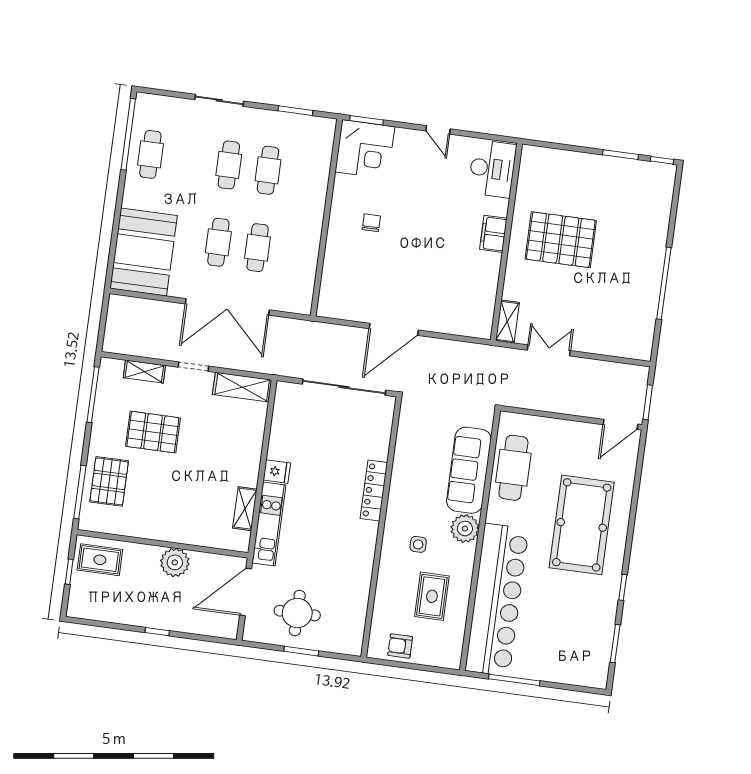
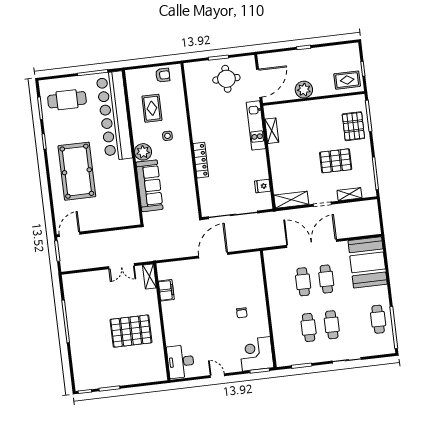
filing cabinet: (493, 234) -> (166, 290), moved
cafe table: (513, 468) -> (67, 100), moved, turned 90
fridge: (277, 472) -> (263, 186), moved

